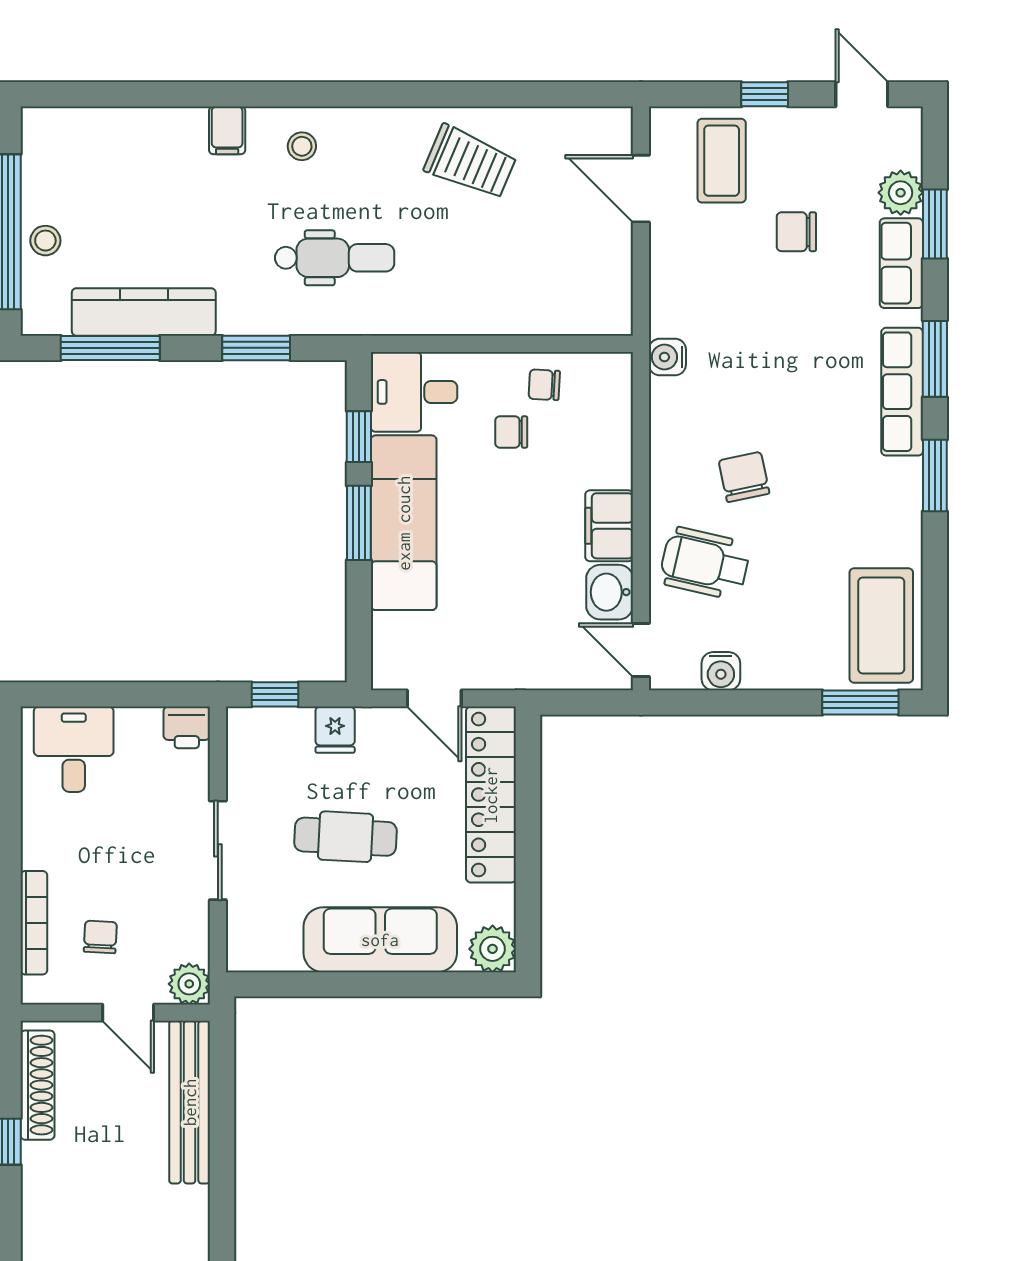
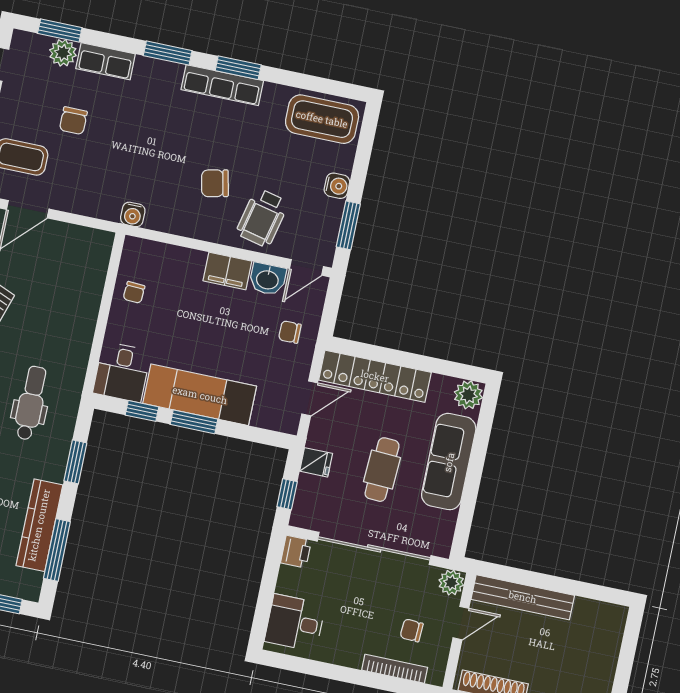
window: (935, 224) -> (60, 30), moved
row of seats: (902, 392) -> (222, 85), moved
chair: (511, 432) -> (290, 332), moved, turned 90
water cooler: (721, 671) -> (337, 186), moved
window: (860, 702) -> (348, 225), moved
sliding door: (218, 850) -> (374, 548), width x1.86

